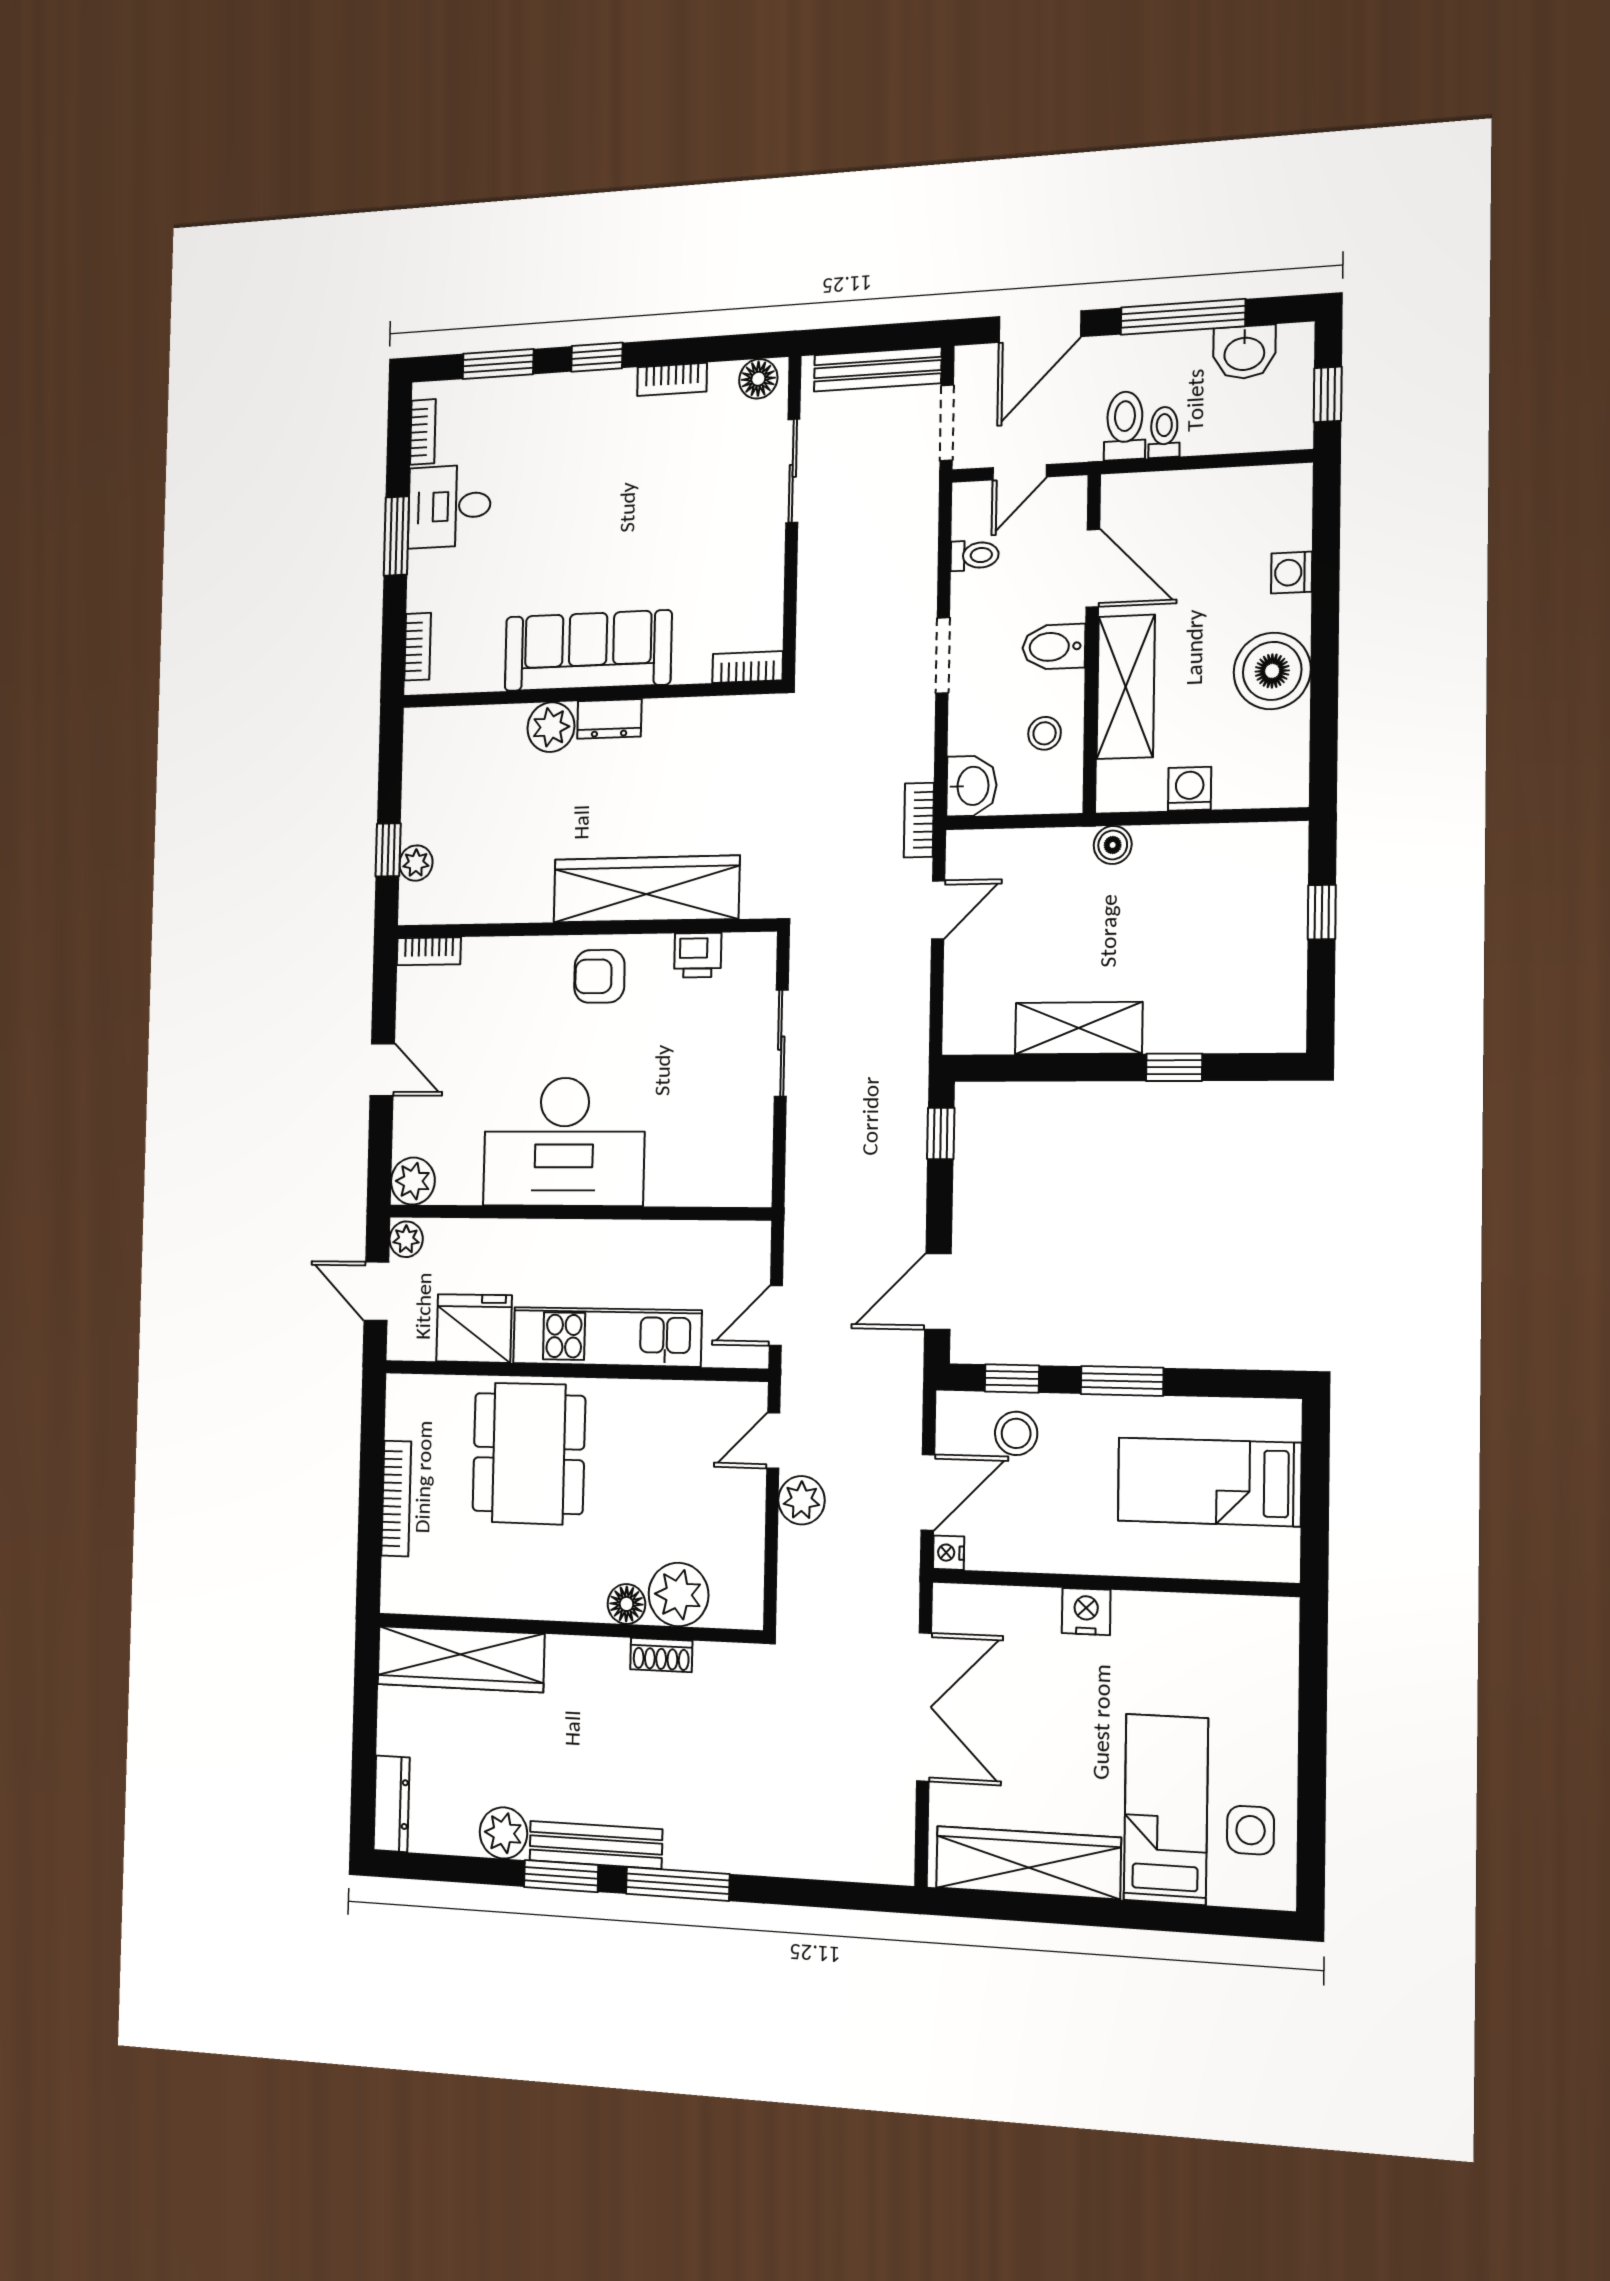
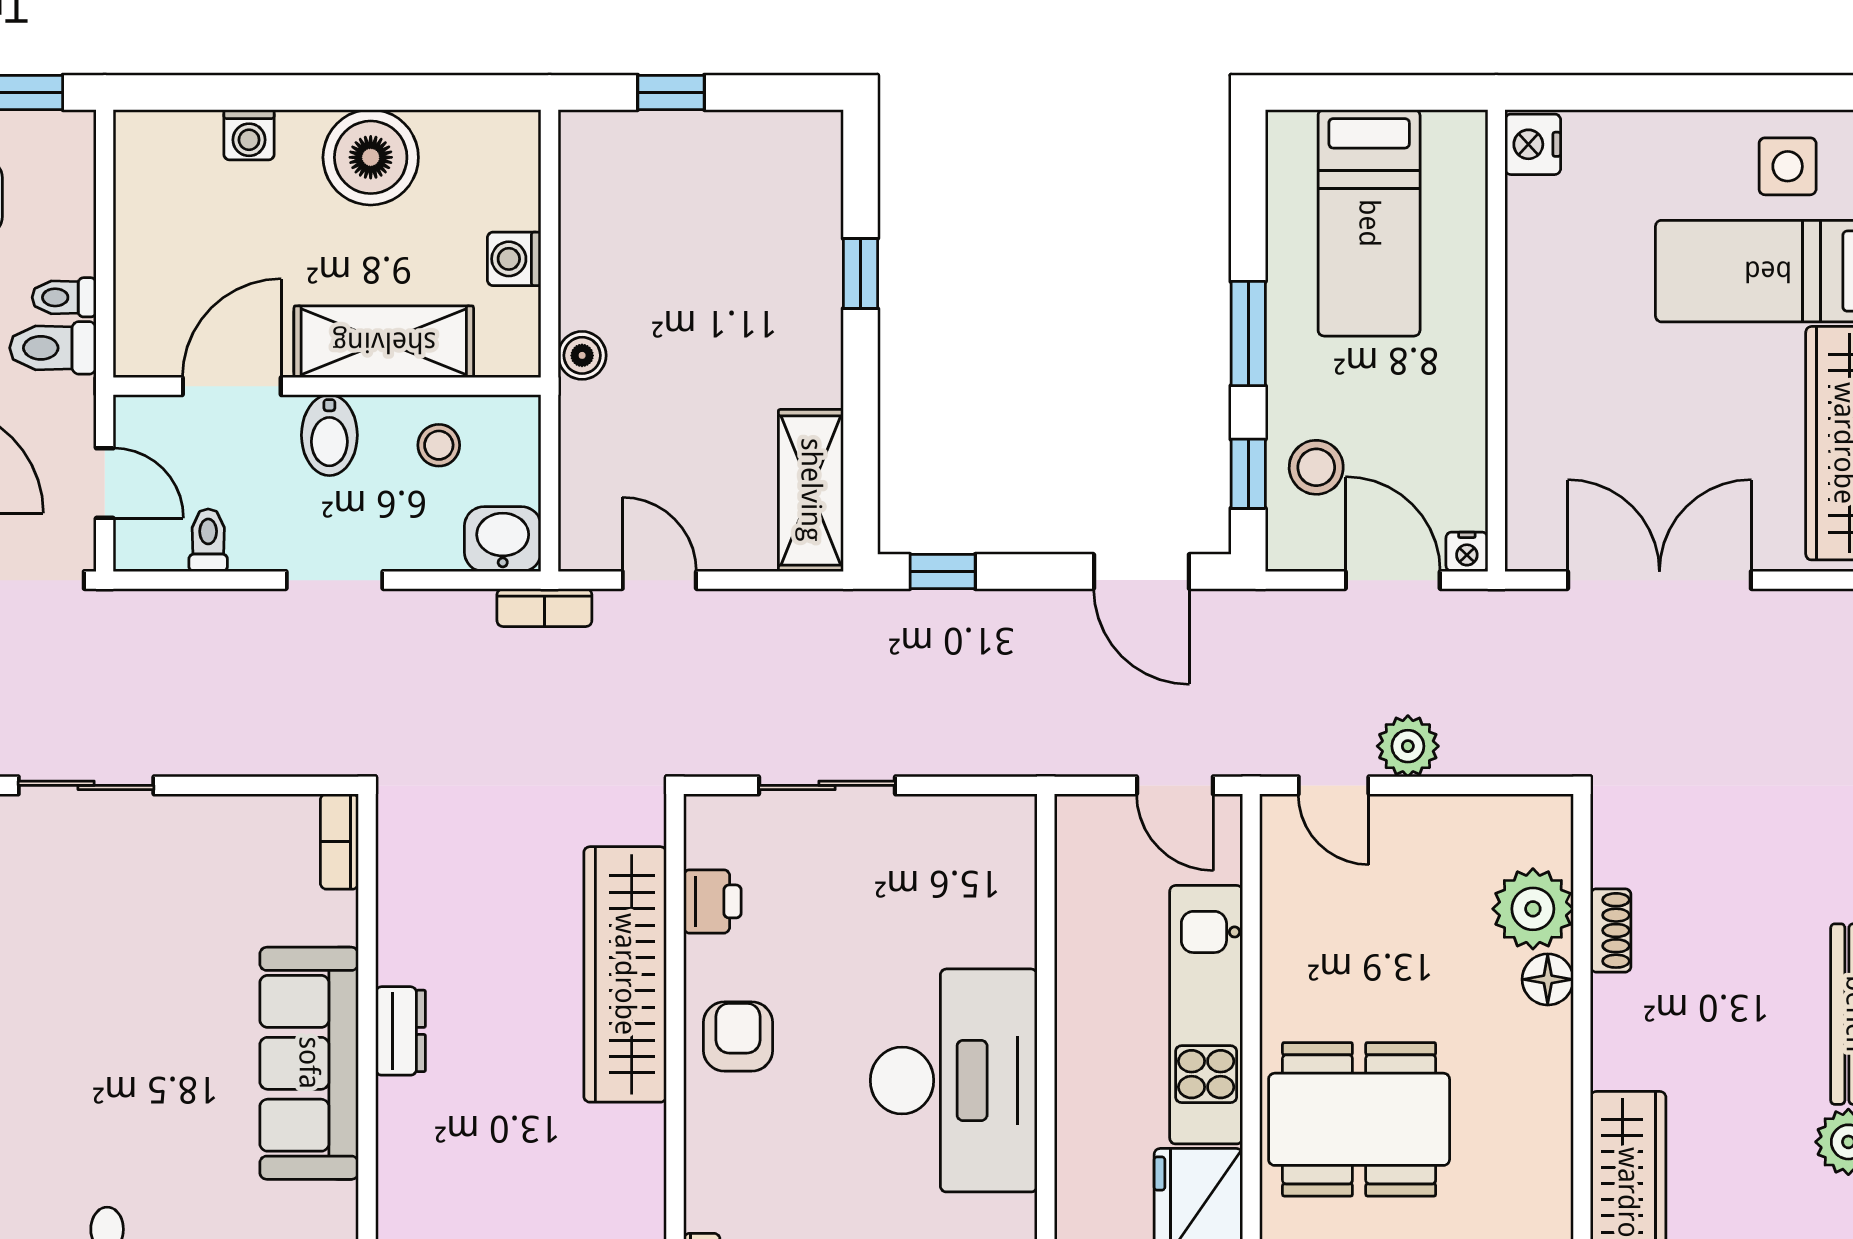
plant: (551, 727) -> (409, 1113), removed
armchair: (599, 976) -> (738, 1037), turned 180
shelving: (1079, 1028) -> (811, 490), moved
nightstand: (1086, 1611) -> (1533, 144), moved

